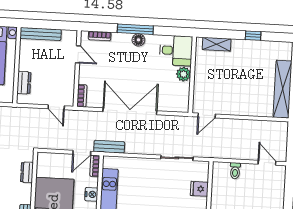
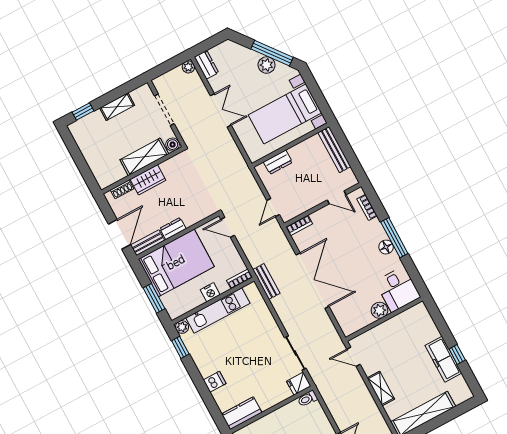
shelving: (217, 44) -> (381, 389), moved
freezer: (250, 48) -> (443, 359), added
door: (78, 54) -> (337, 197), hinge flipped
door: (82, 153) -> (228, 227), moved
toilet: (235, 171) -> (308, 399), moved
dresser: (27, 172) -> (173, 229), moved
fridge: (199, 189) -> (299, 384), moved, turned -90

